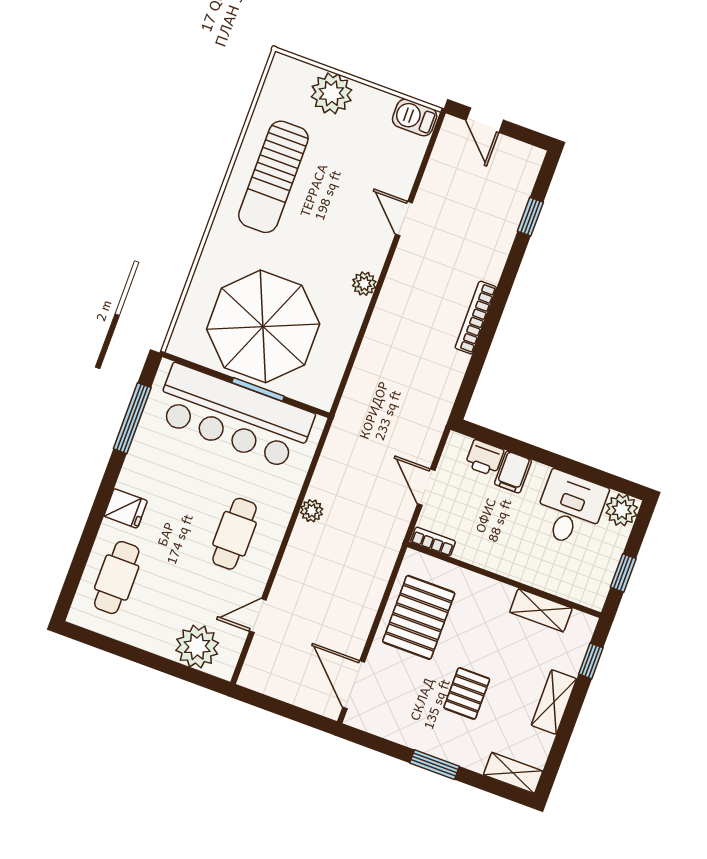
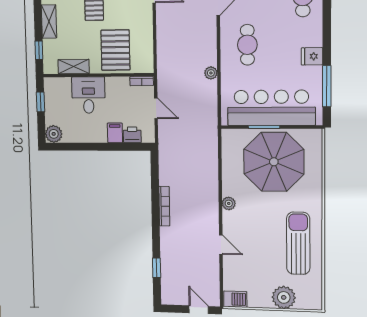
fridge: (126, 508) -> (312, 56), moved
desk: (570, 509) -> (88, 95), moved, turned 180
pallet: (419, 617) -> (115, 50), moved

